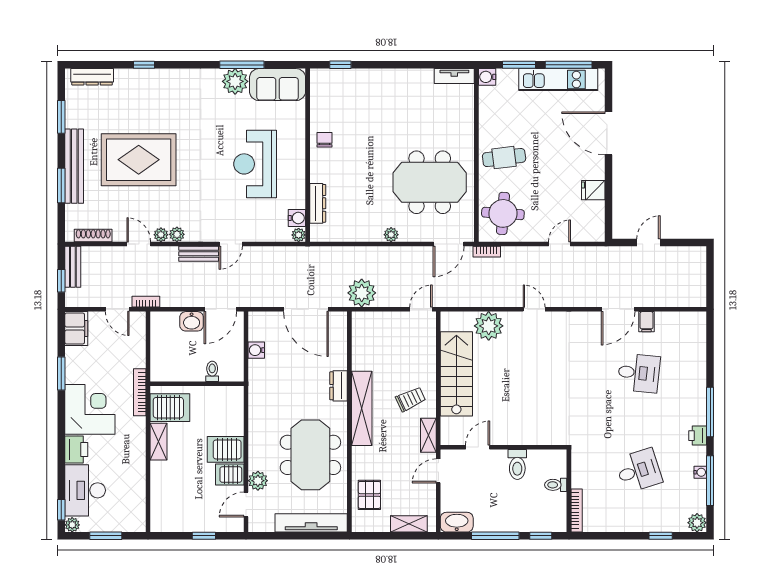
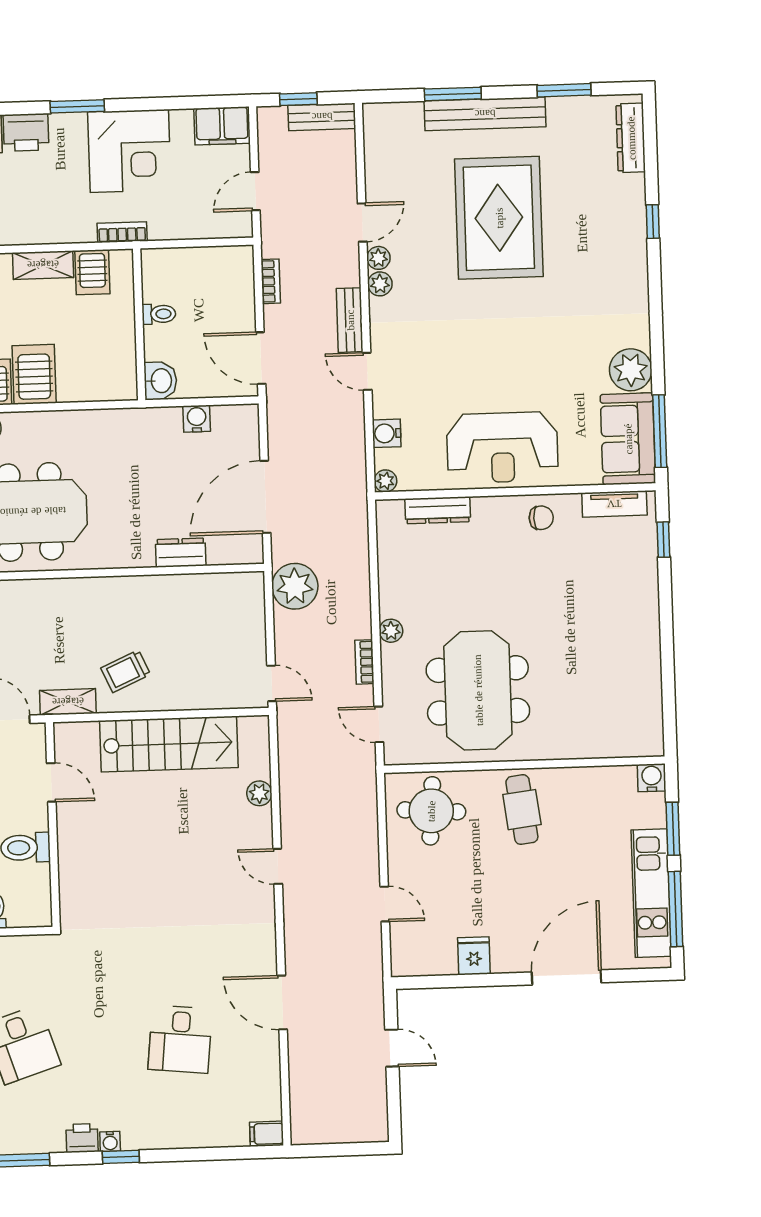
window: (242, 65) -> (660, 431), moved
tv unit: (454, 76) -> (614, 504), moved, turned -90
reception desk: (255, 164) -> (502, 447), moved, turned 180
water cooler: (297, 218) -> (387, 433), moved, turned 90
shoe rack: (93, 235) -> (374, 148), removed
door: (449, 244) -> (379, 724), width x0.73
bookcase: (487, 252) -> (364, 662), moved
bookcase: (146, 302) -> (271, 281), moved
door: (534, 309) -> (278, 866), swing flipped
washbasin: (192, 321) -> (160, 381), moved, turned 180
filing cabinet: (647, 322) -> (267, 1134), moved
plant: (489, 326) -> (259, 793), width x0.53, depth x0.53
toilet: (212, 371) -> (159, 314), moved
window: (61, 374) -> (77, 106), moved
dresser: (339, 386) -> (181, 553), moved
bookcase: (140, 392) -> (122, 232), width x0.64
trolley: (411, 399) -> (126, 671), turned 91
server rack: (170, 408) -> (92, 272), width x0.73, depth x0.70
shelving: (362, 408) -> (108, 593), removed
corner desk: (90, 409) -> (129, 151), moved
window: (710, 412) -> (121, 1157), width x0.46
water cooler: (700, 472) -> (110, 1141), moved

